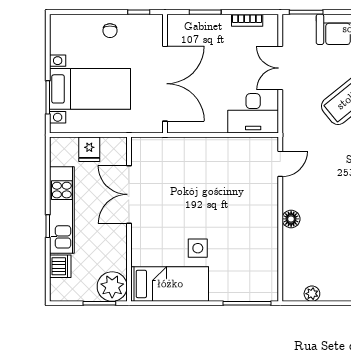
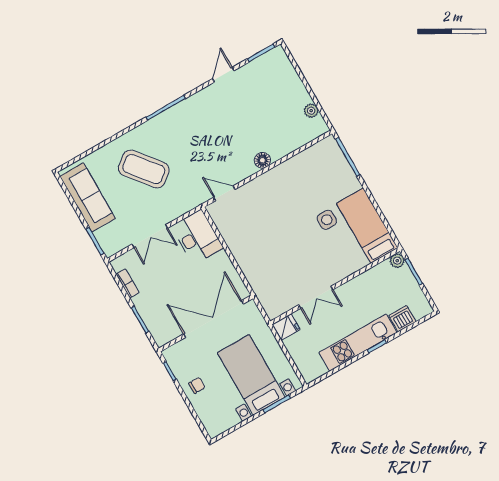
fridge: (89, 149) -> (286, 327), moved
double door: (129, 194) -> (316, 297), width x0.73
plant: (112, 287) -> (397, 261), width x0.53, depth x0.53

